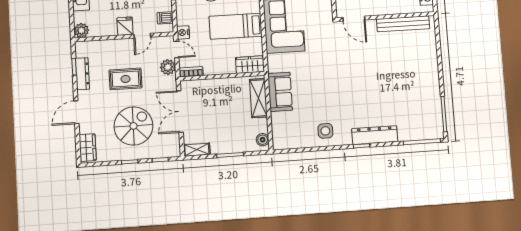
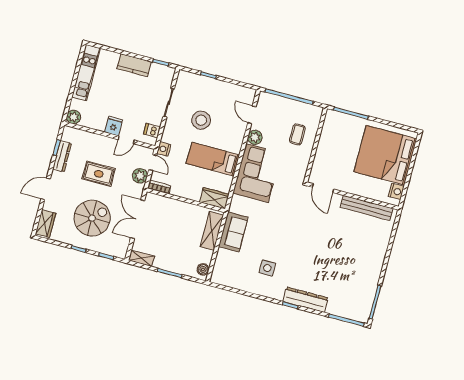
side table: (325, 131) -> (267, 268), moved

